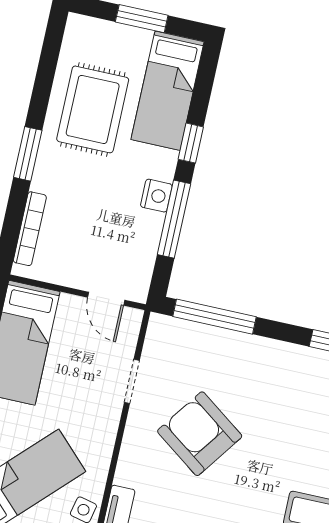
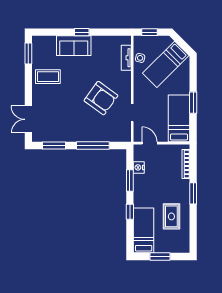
rug: (93, 109) -> (171, 216), width x0.73, depth x0.70
nightstand: (156, 196) -> (139, 167), moved
window: (174, 219) -> (130, 180), width x0.69
window: (214, 317) -> (93, 145), moved

